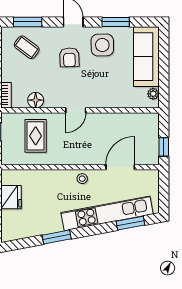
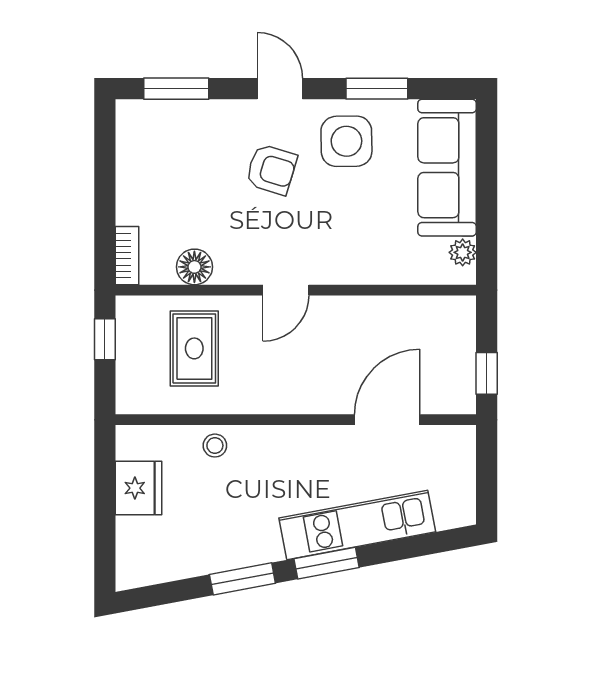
coffee table: (27, 47) -> (174, 146), removed
armchair: (69, 57) -> (271, 169), turned -71
stool: (82, 179) -> (215, 446), moved
kitchen unit: (107, 213) -> (357, 525), width x0.73
window: (130, 223) -> (327, 563), moved

